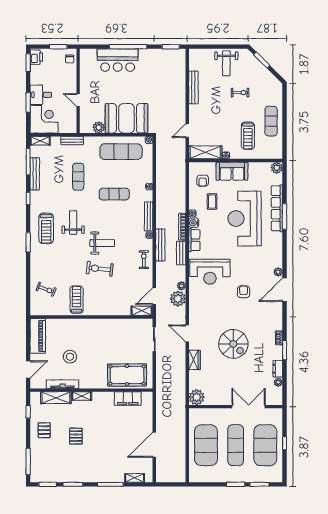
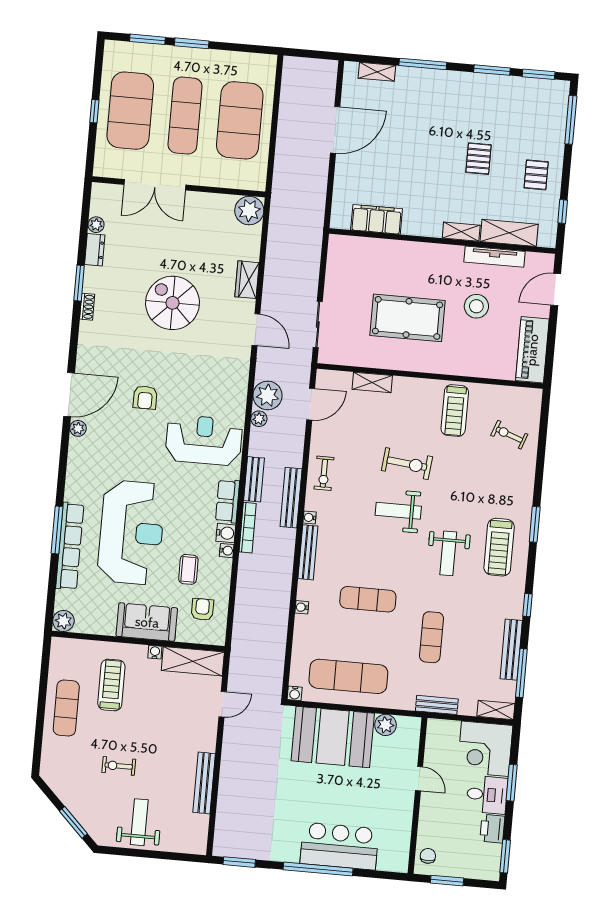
printer: (36, 57) -> (492, 829), moved
treadmill: (46, 228) -> (499, 547), turned 180
shelving: (142, 311) -> (372, 382), moved
pool table: (127, 375) -> (408, 318), moved

